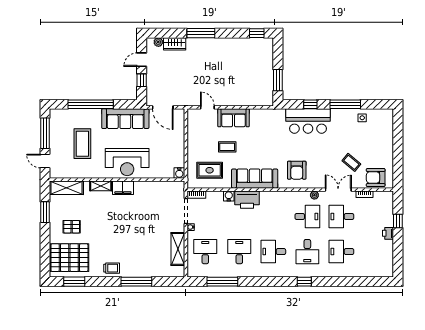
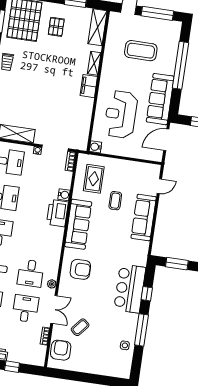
sofa: (233, 118) -> (144, 218), width x1.36
reception desk: (127, 162) -> (121, 114), moved
armchair: (297, 170) -> (80, 269), turned 180

